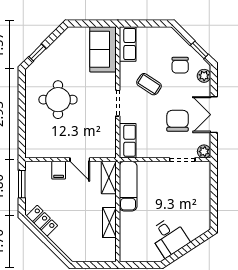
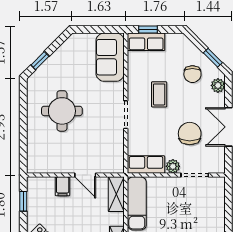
window: (139, 23) -> (148, 30), added
row of seats: (128, 44) -> (146, 42), moved, turned 90
coffee table: (149, 84) -> (159, 94), turned 57
row of seats: (128, 141) -> (146, 165), moved, turned -90
plant: (204, 152) -> (173, 166), moved
window: (22, 184) -> (23, 201), width x0.67

